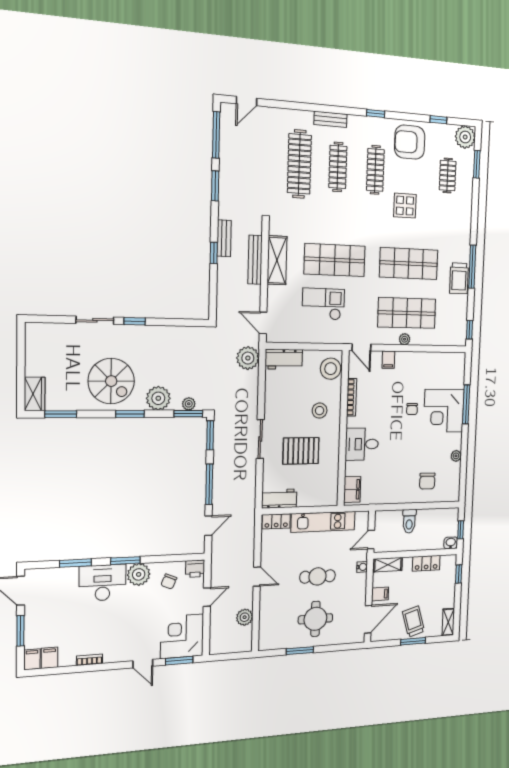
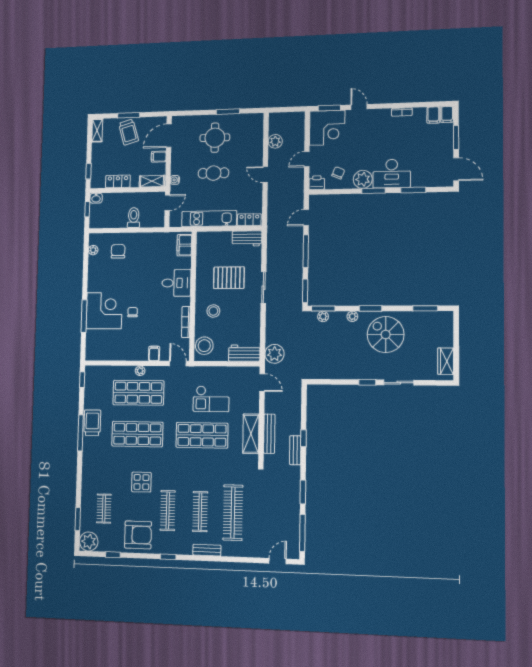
wardrobe: (35, 394) -> (446, 361), moved
plant: (158, 398) -> (352, 316), width x0.53, depth x0.53
plant: (456, 456) -> (93, 250), moved

